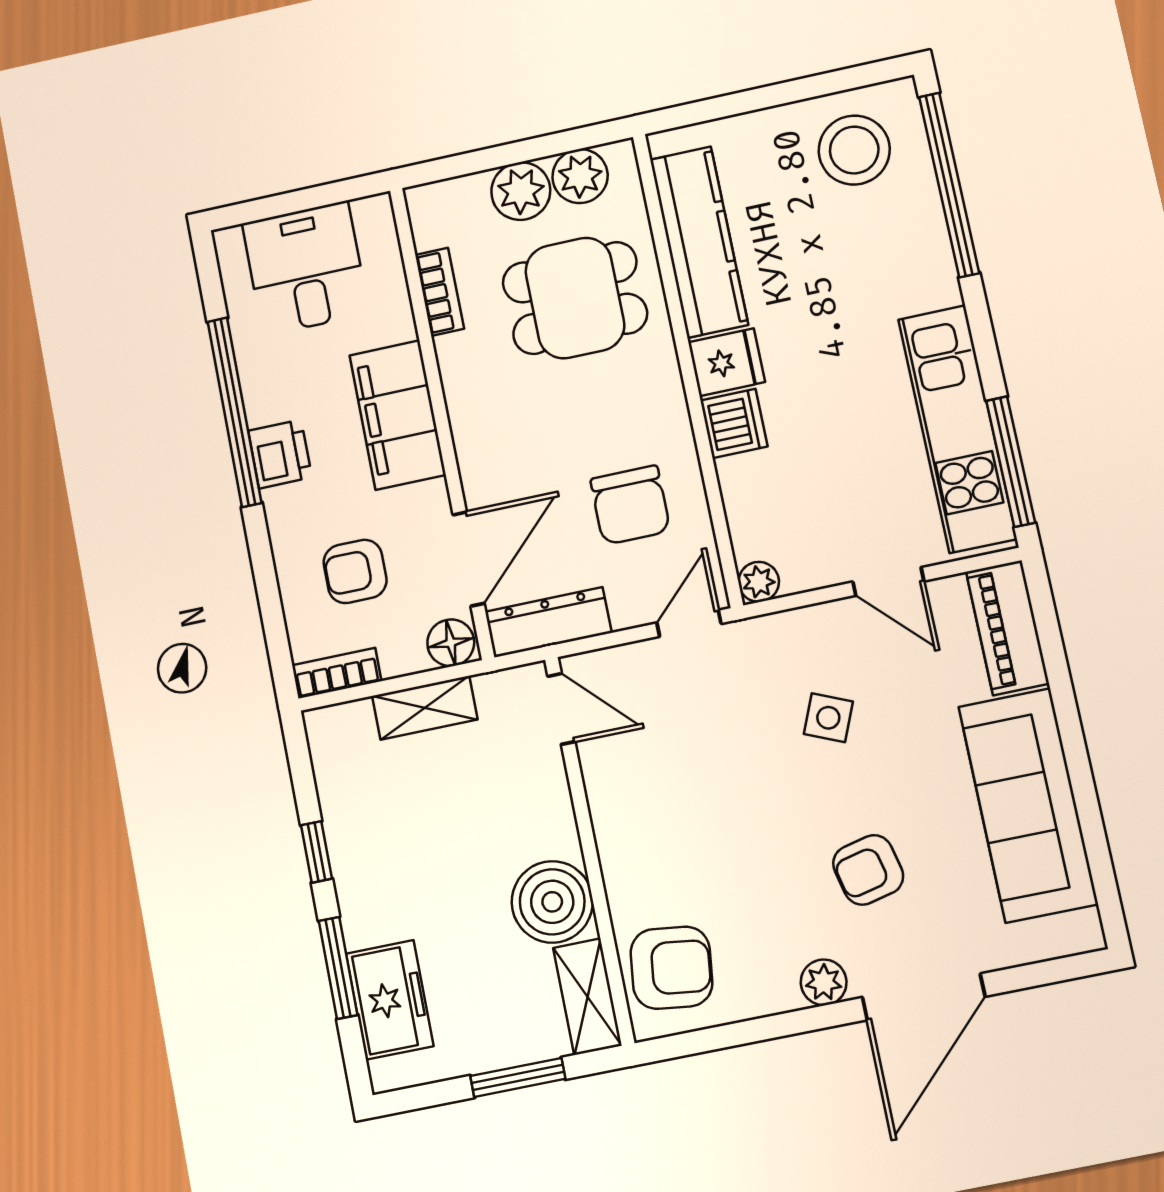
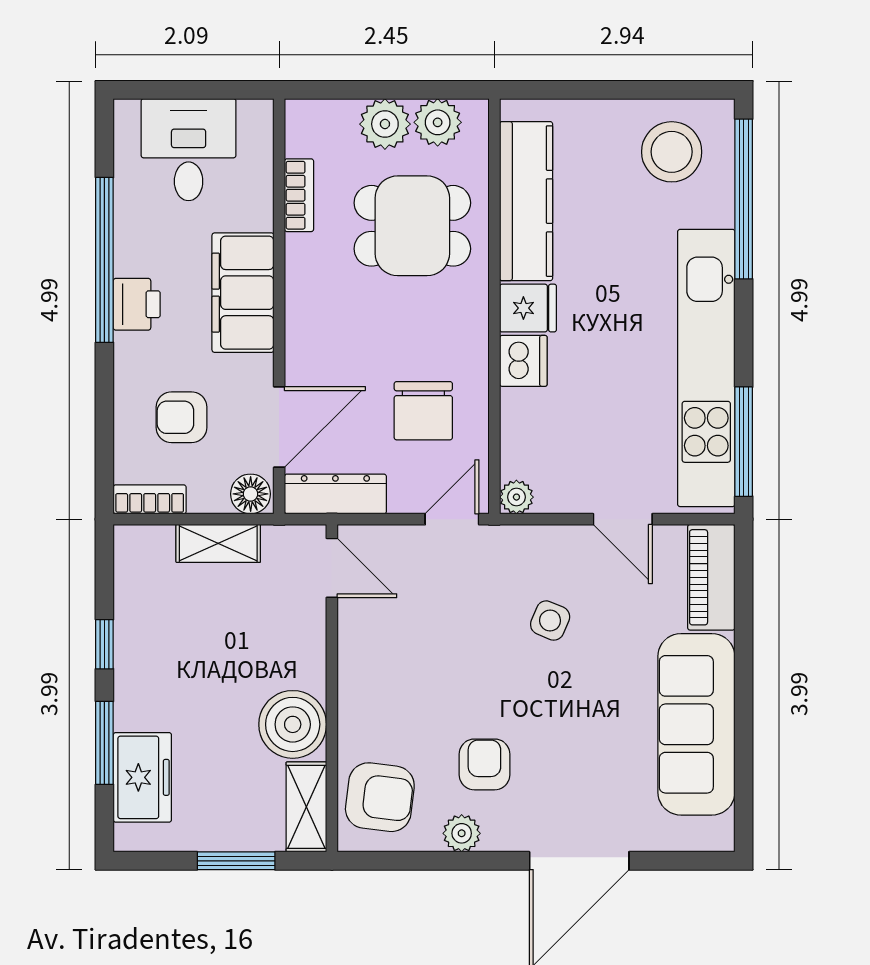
kitchen unit: (957, 429) -> (706, 368), width x1.36
armchair: (868, 870) -> (484, 764), moved, turned 103
plant: (824, 982) -> (462, 833), moved

